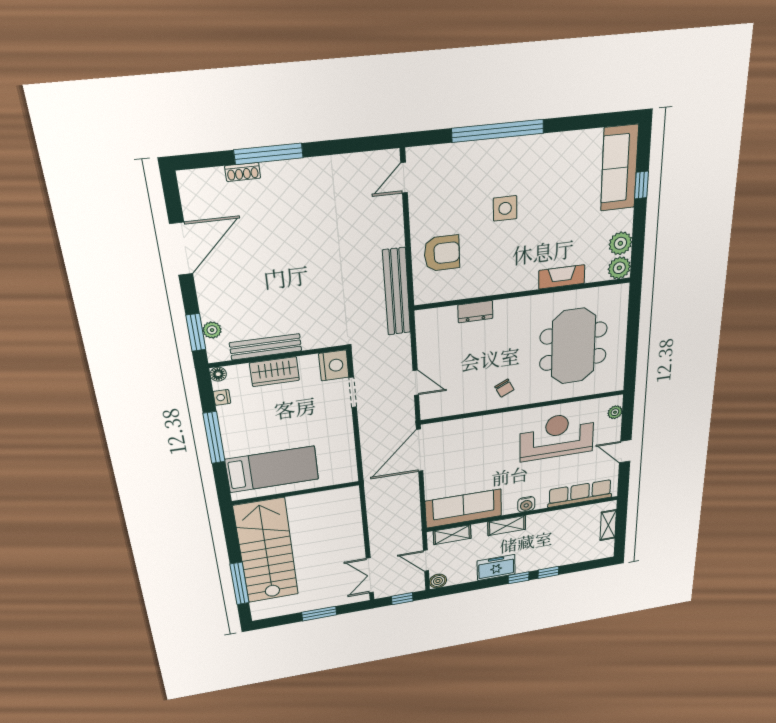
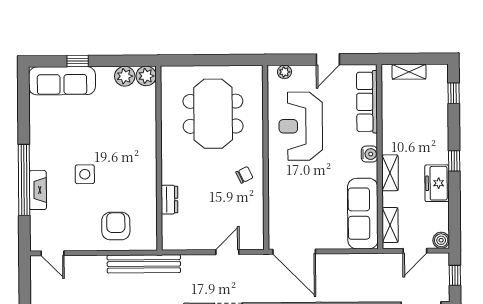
fireplace: (562, 277) -> (38, 190), moved, turned 180
meeting table: (573, 346) -> (213, 114), turned 90
window: (548, 572) -> (454, 93), moved

